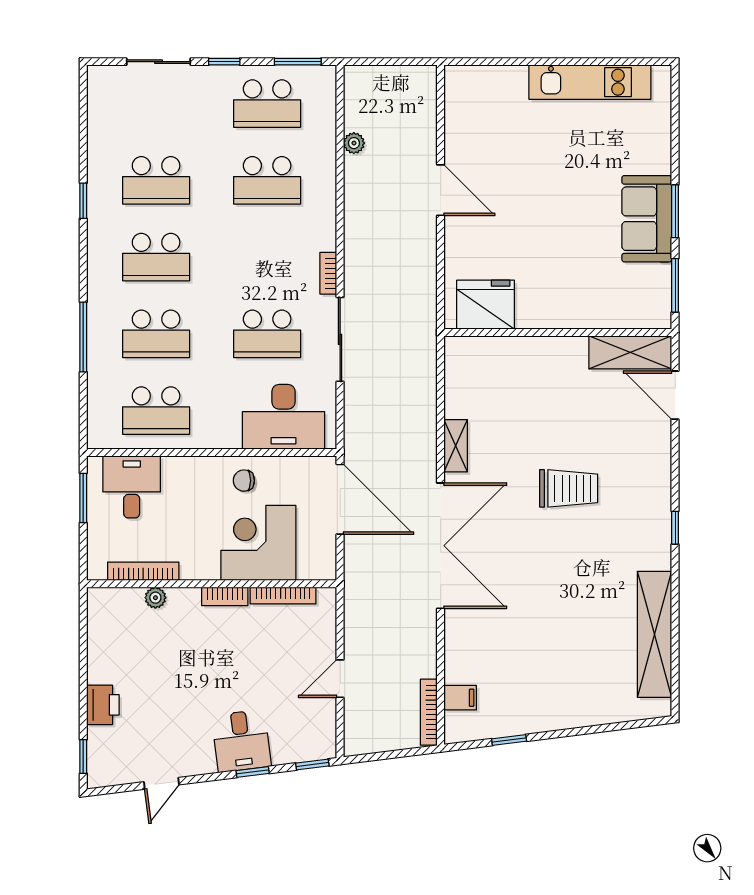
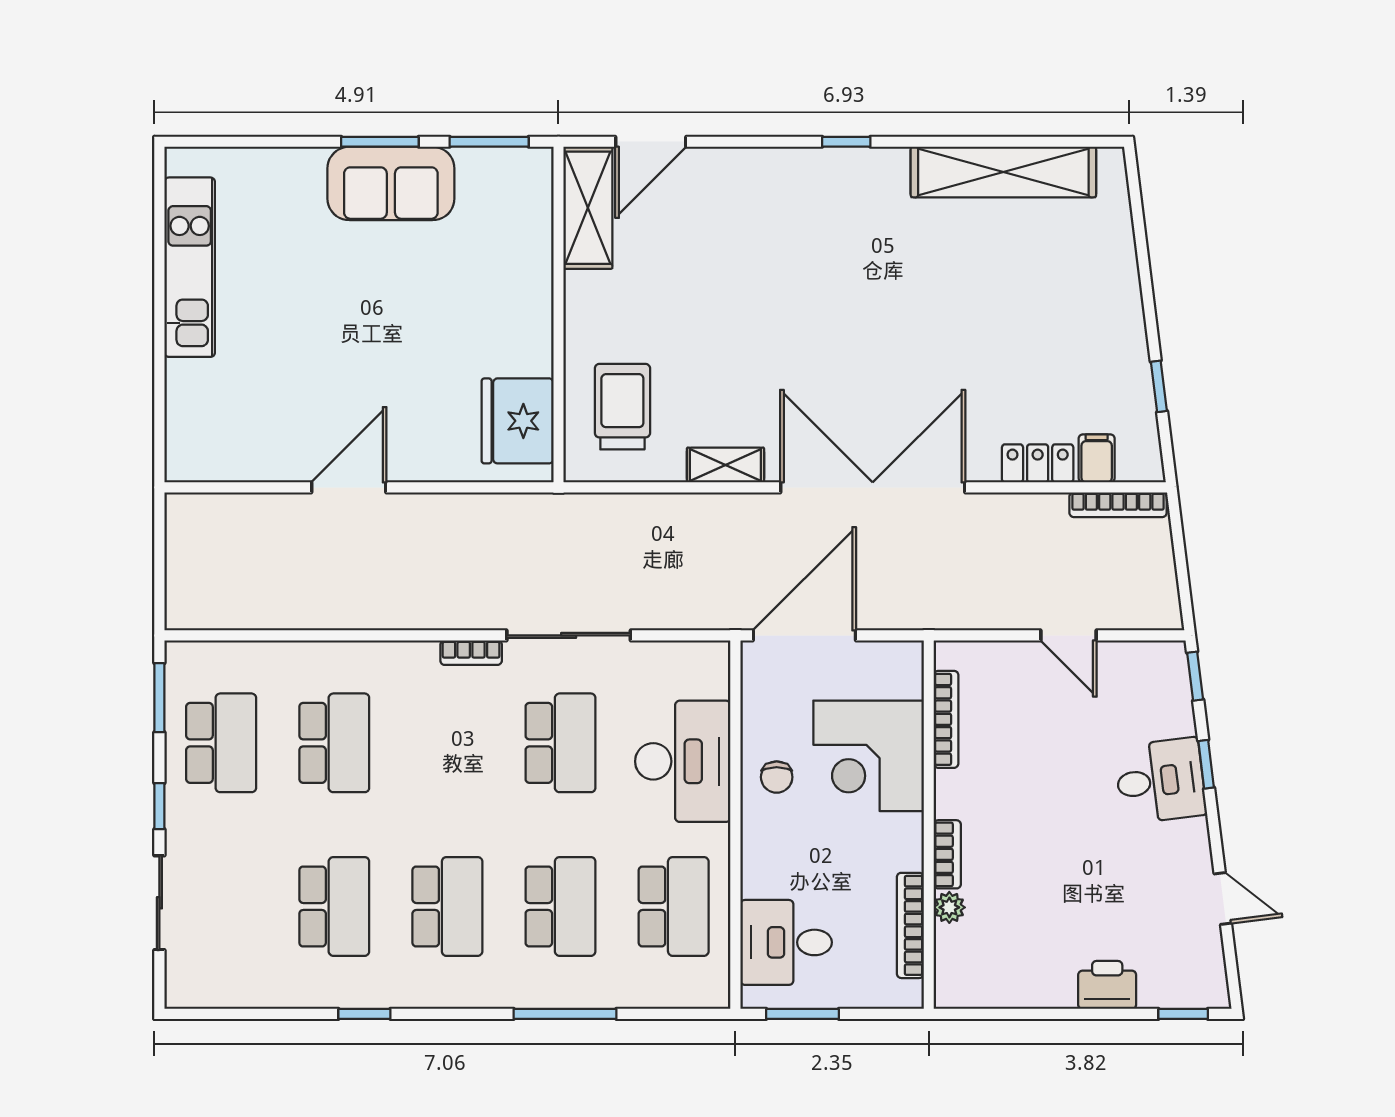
plant: (354, 143) -> (279, 615), removed
desk: (283, 417) -> (683, 761), moved
trolley: (569, 488) -> (622, 407), moved
bookcase: (225, 596) -> (947, 854), moved
locker: (457, 658) -> (1038, 463), added

